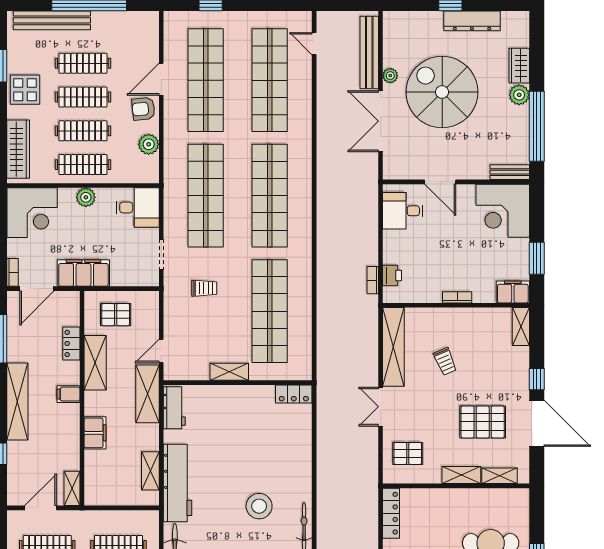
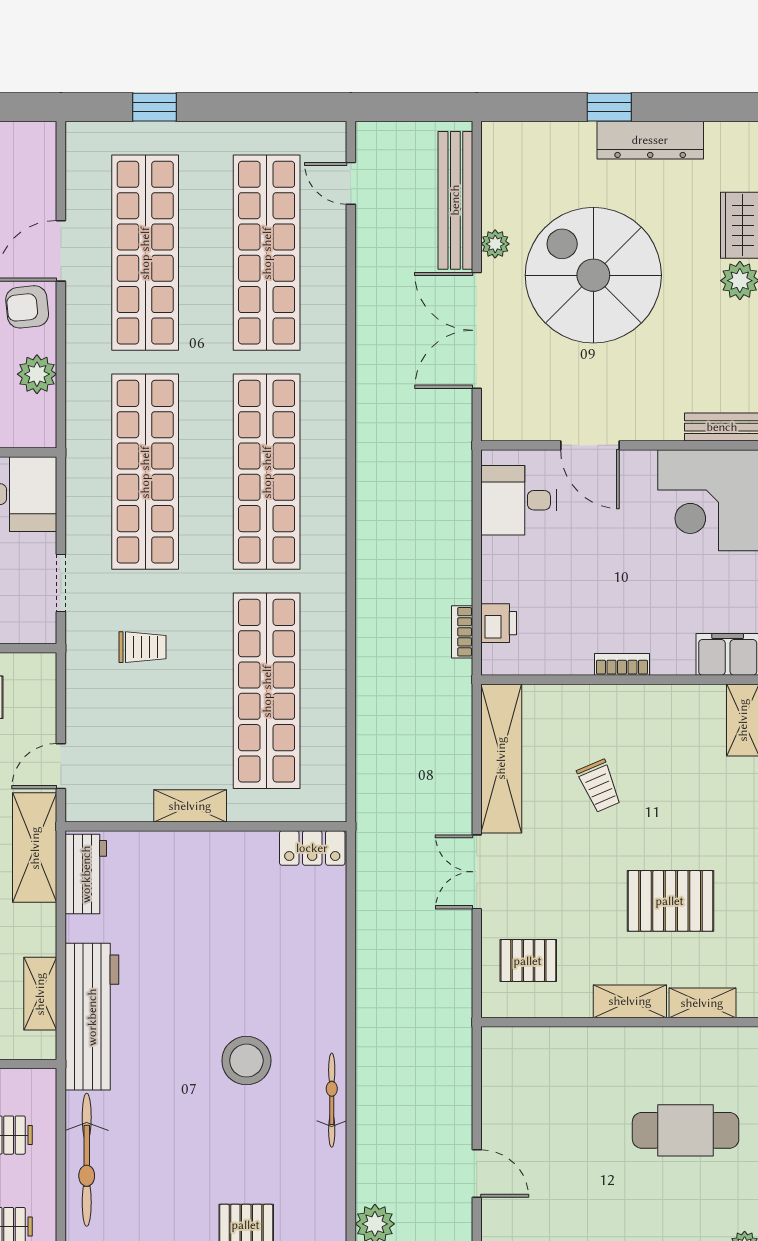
locker: (391, 513) -> (497, 1074), removed

